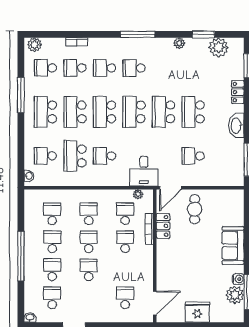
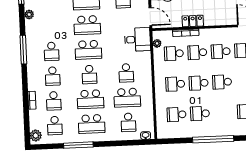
school desk: (104, 112) -> (89, 75), width x0.54
locker: (163, 226) -> (193, 21), moved
school desk: (52, 270) -> (221, 51), moved

